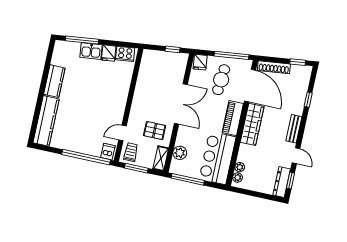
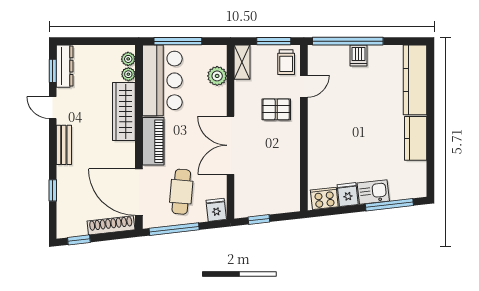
wardrobe: (252, 124) -> (124, 112), moved
pallet: (155, 131) -> (276, 109), moved
dishwasher: (108, 152) -> (358, 56), moved
window: (188, 179) -> (178, 41), moved

